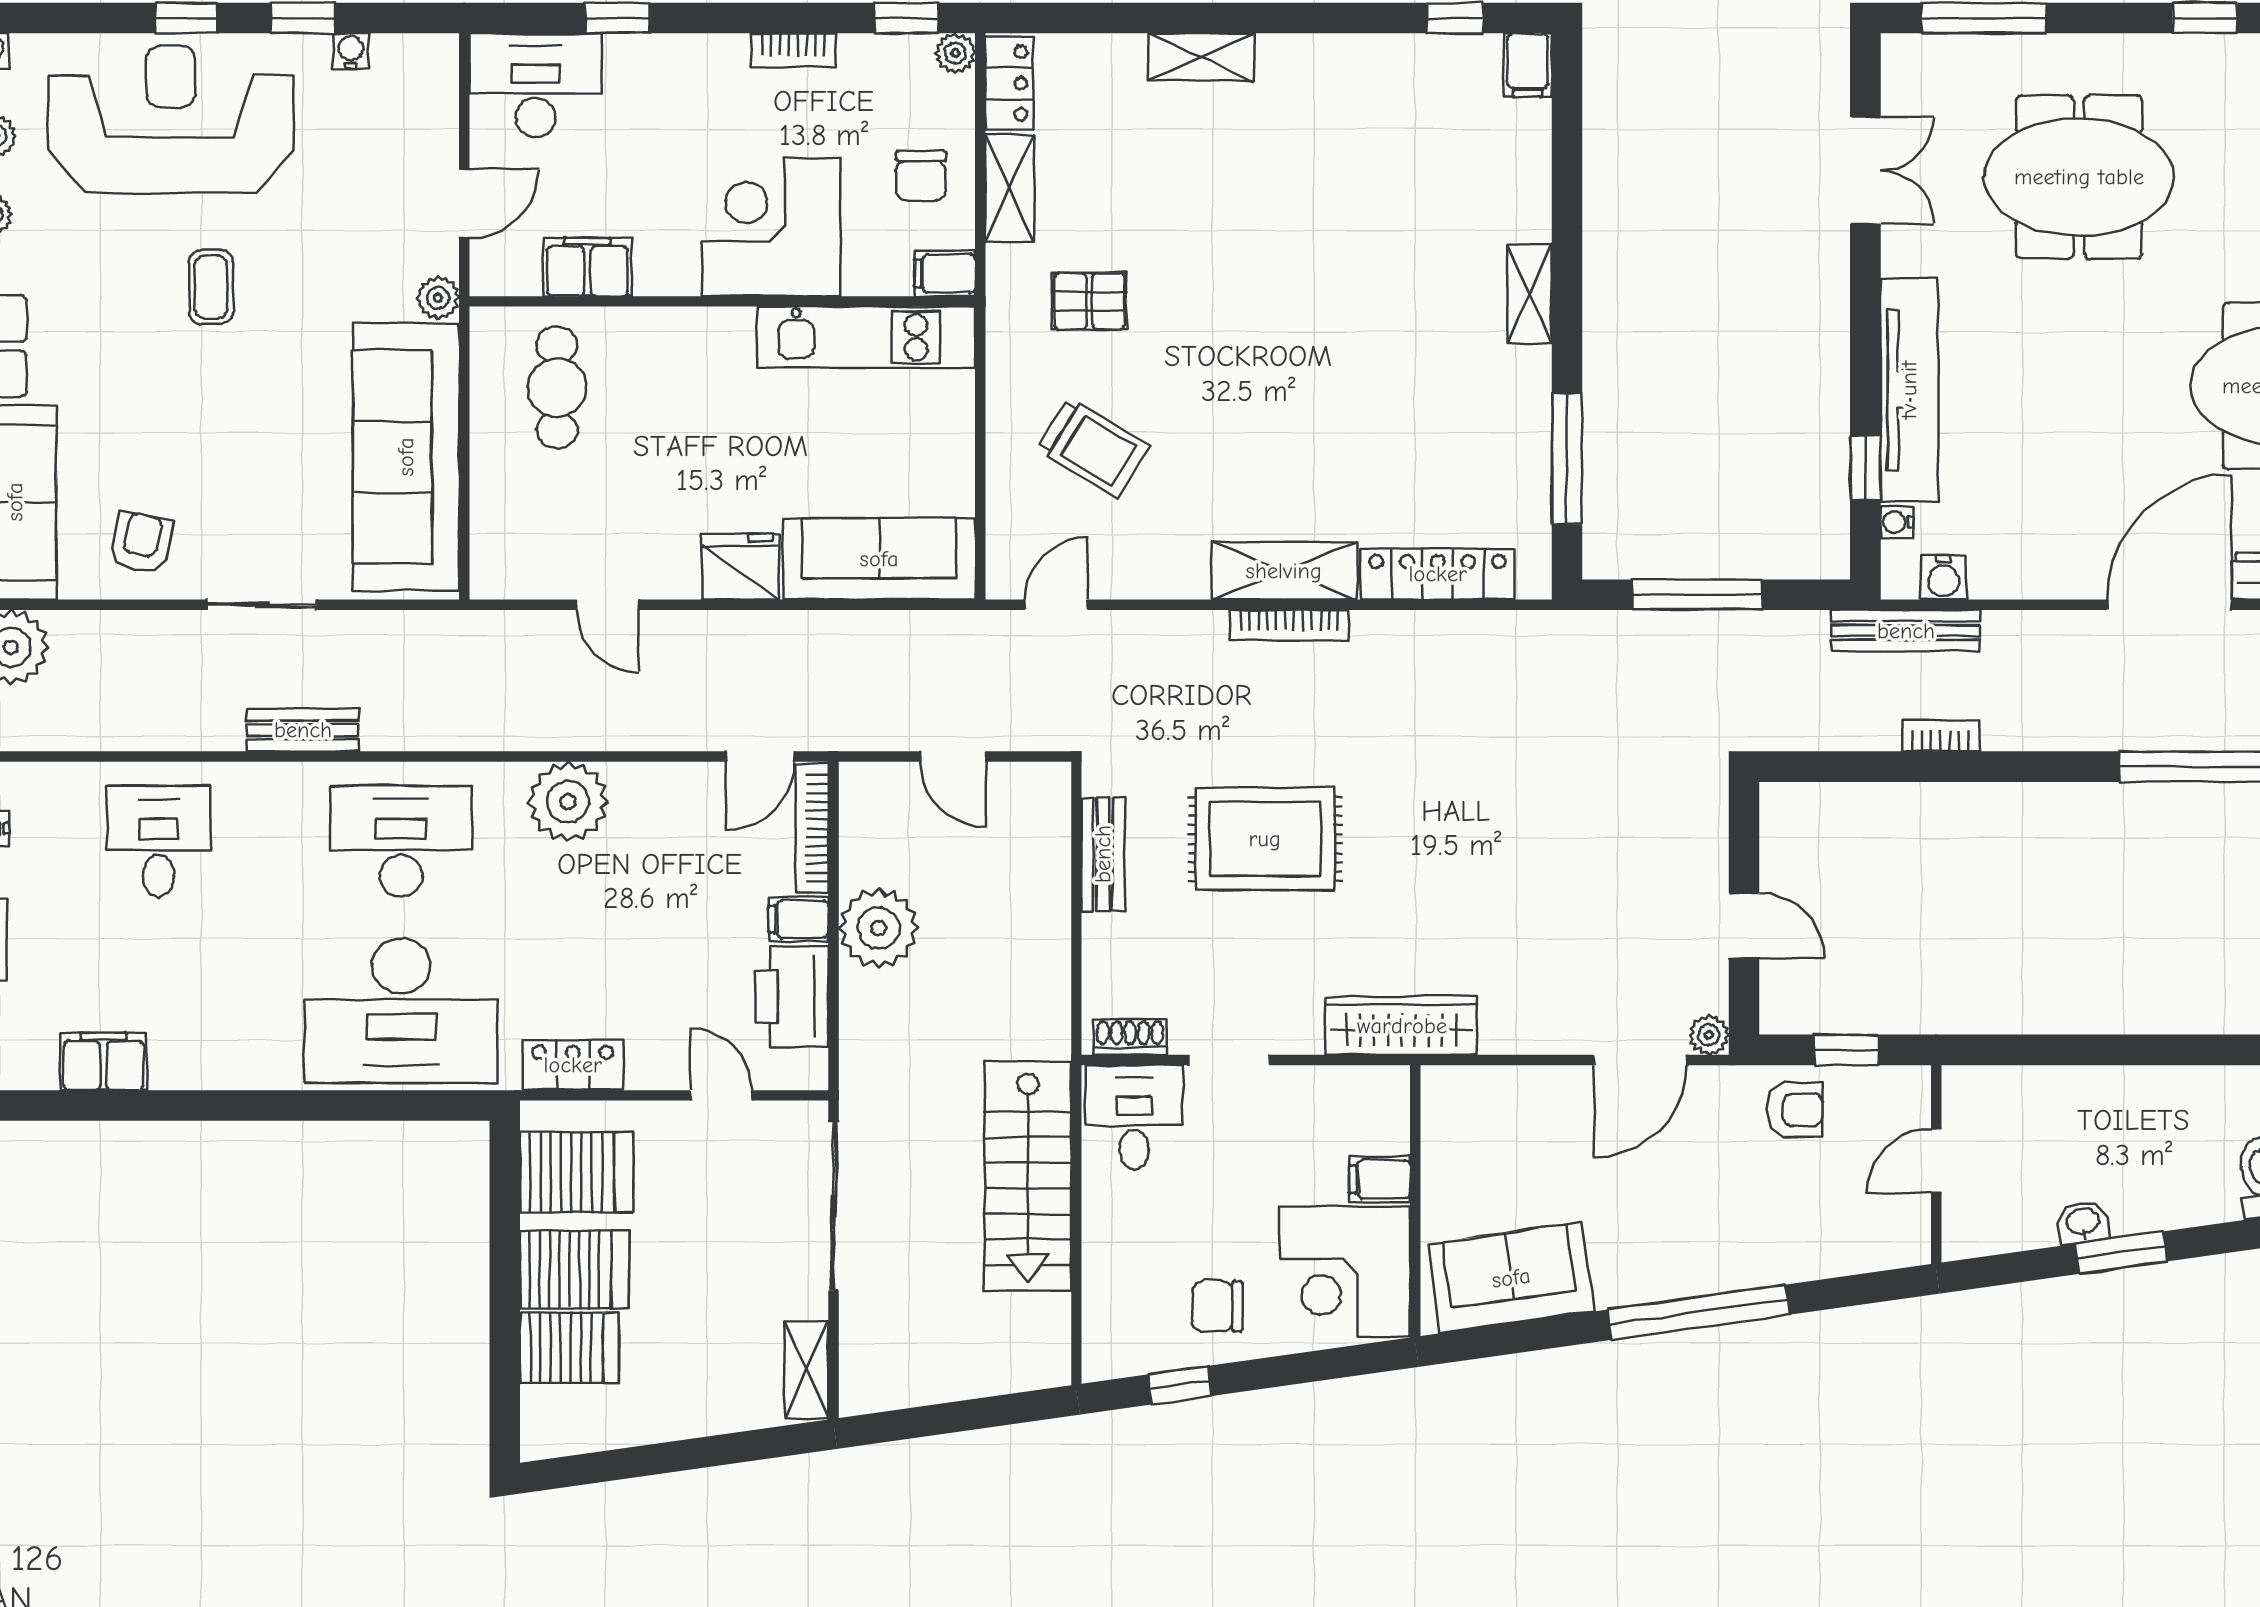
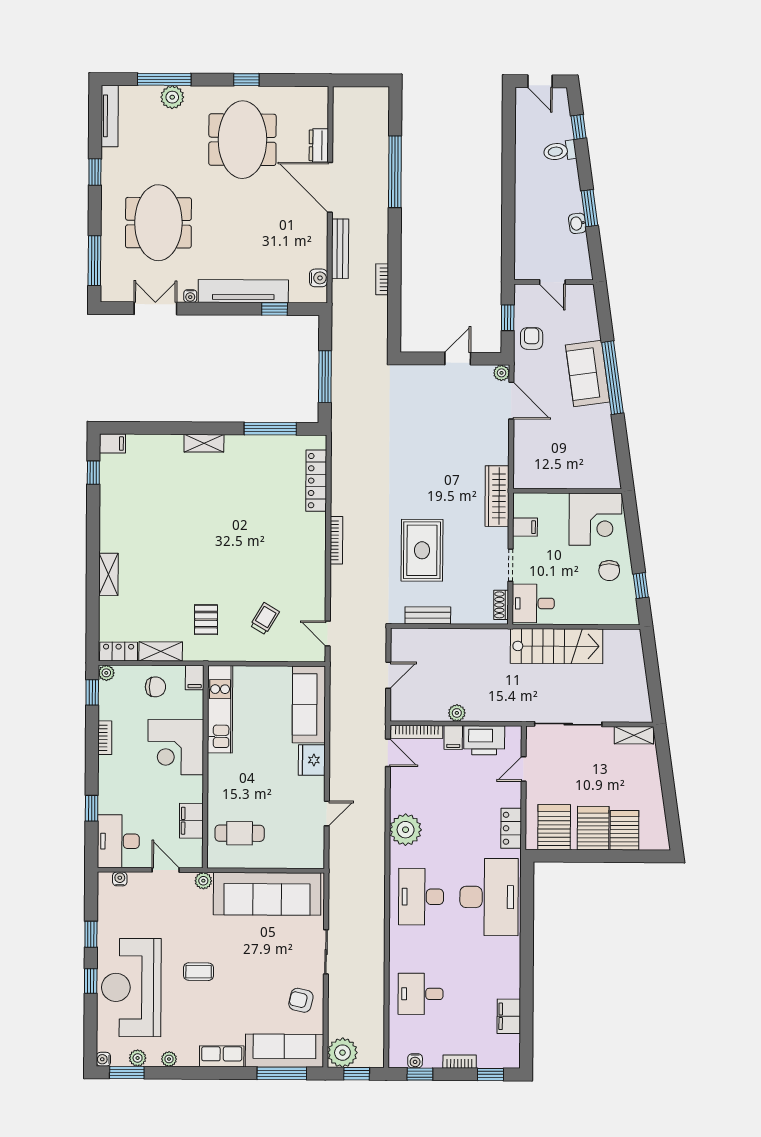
water cooler: (351, 51) -> (120, 879), moved, turned 90
trolley: (1093, 448) -> (265, 619), width x0.73, depth x0.72
water cooler: (1897, 522) -> (190, 296), moved
shelving: (1284, 571) -> (314, 542), removed
bench: (1906, 631) -> (340, 249), moved
bench: (303, 730) -> (376, 936), removed
plant: (879, 928) -> (457, 713), width x0.53, depth x0.53
filing cabinet: (1380, 1179) -> (525, 527), moved, turned -90
sofa: (1511, 1278) -> (588, 373), moved

